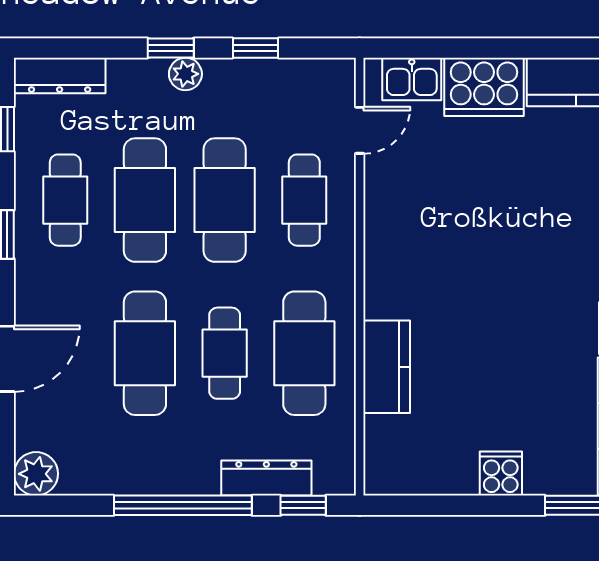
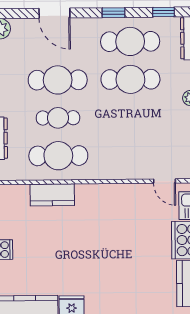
cafe table: (65, 200) -> (130, 41), width x1.37, depth x1.35
cafe table: (225, 200) -> (131, 117), removed
cafe table: (304, 200) -> (131, 155), removed

